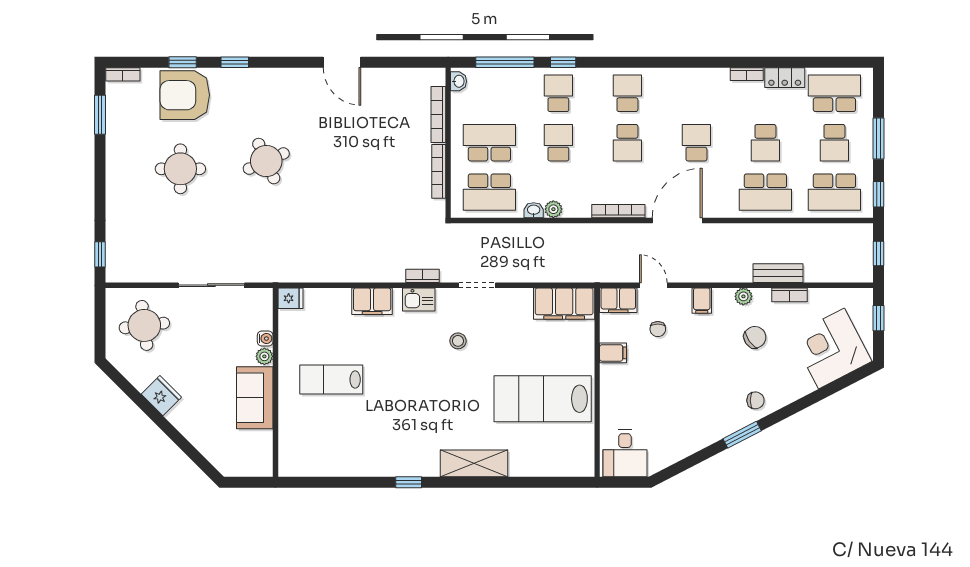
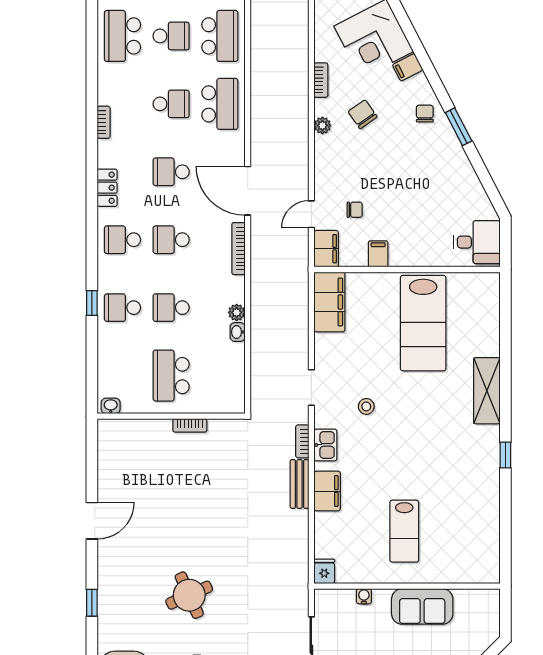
window: (235, 62) -> (92, 603), moved
window: (505, 62) -> (92, 360), removed
locker: (785, 78) -> (107, 188), moved
bookcase: (438, 115) -> (143, 426), removed
school desk: (627, 143) -> (171, 240), turned 180
bookcase: (439, 171) -> (190, 425), width x0.64
school desk: (489, 192) -> (220, 376), removed
bench: (778, 273) -> (300, 484), moved
filing cabinet: (702, 301) -> (408, 67), moved, turned 153
plant: (264, 356) -> (381, 597), removed

